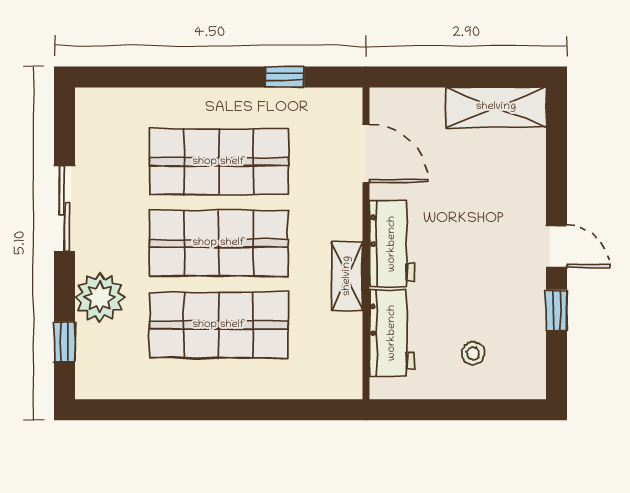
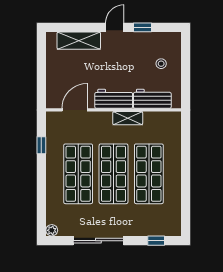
shelving: (496, 107) -> (79, 41), moved, turned 90
sliding door: (65, 209) -> (98, 241), width x1.37
plant: (100, 298) -> (52, 230), moved, width x0.53, depth x0.53

